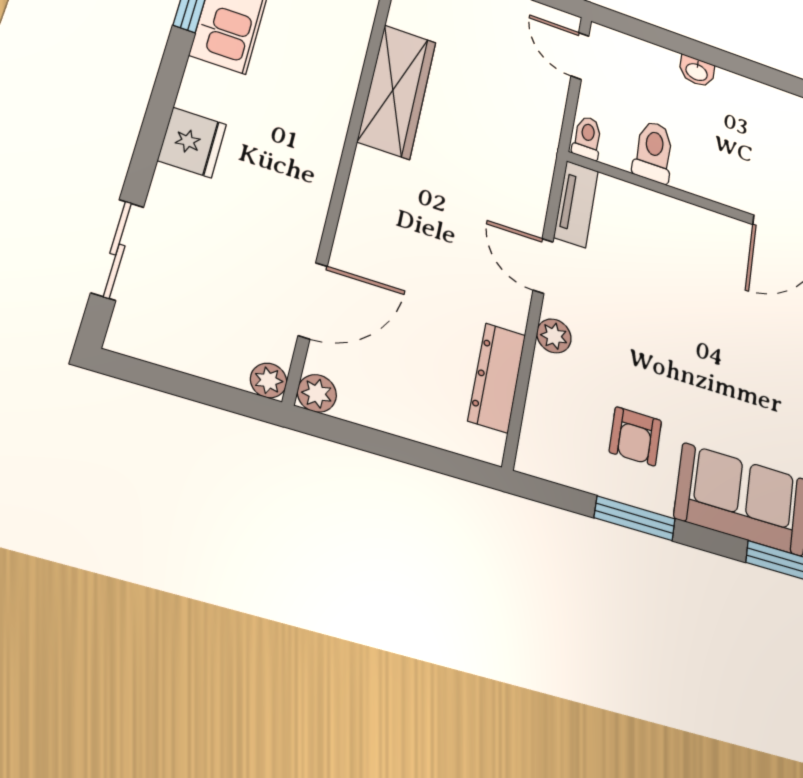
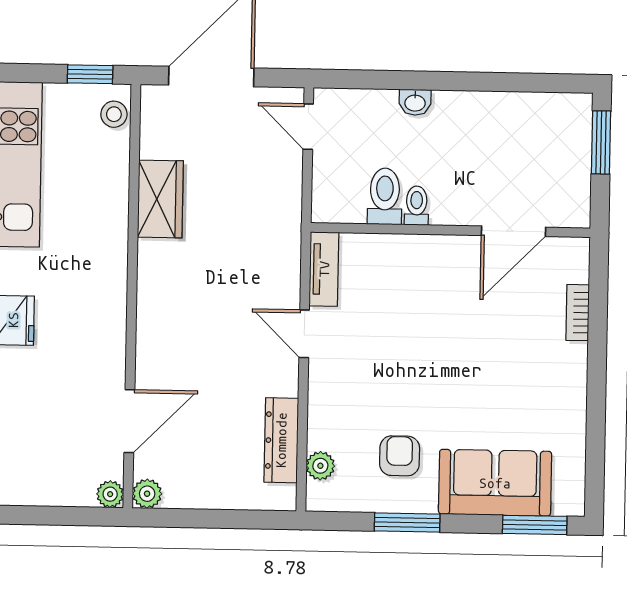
wardrobe: (397, 91) -> (160, 199), width x0.67
toilet: (587, 138) -> (417, 206), moved
plant: (554, 336) -> (320, 466), moved
armchair: (635, 436) -> (400, 456), turned 180

